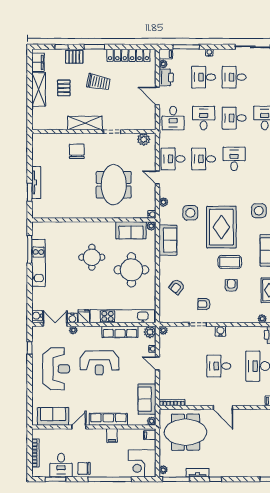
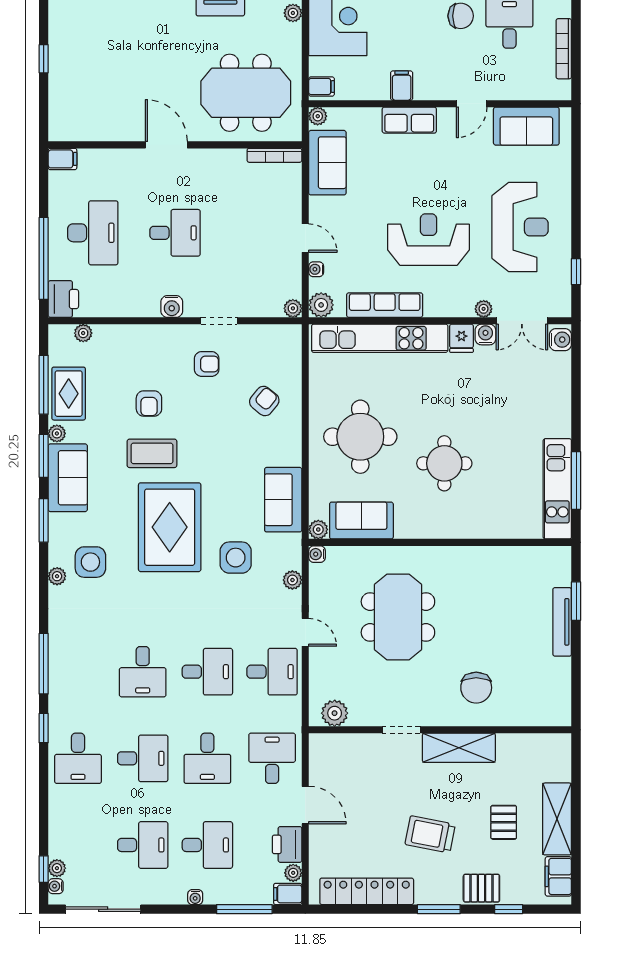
kitchen unit: (38, 263) -> (557, 489), moved
reception desk: (56, 369) -> (520, 227), turned 180
row of seats: (108, 419) -> (409, 120), width x0.68

